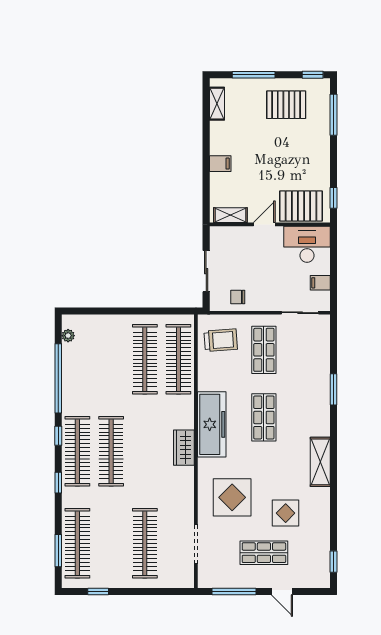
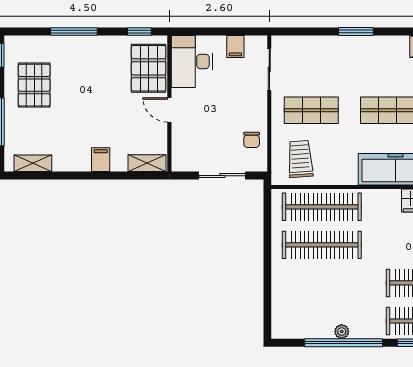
window: (334, 115) -> (74, 31), moved
shelving: (230, 215) -> (147, 163), moved, turned 90
plant: (68, 336) -> (342, 332), moved

